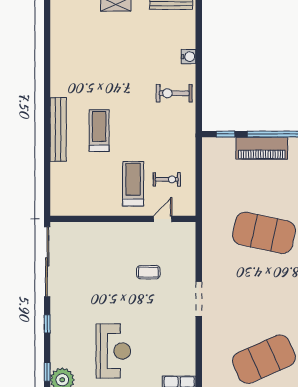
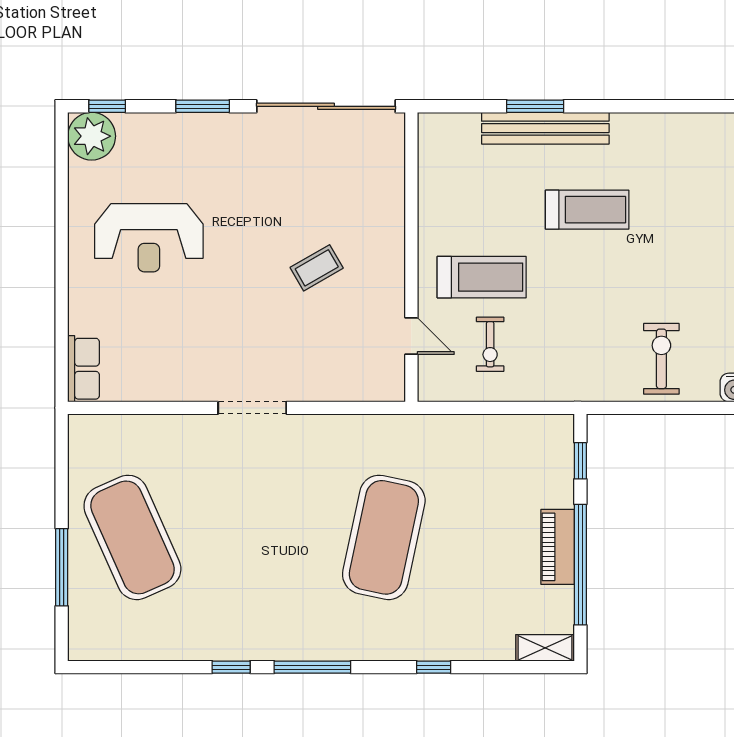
bench: (58, 129) -> (545, 128), moved
piano: (262, 148) -> (558, 547), width x0.73, depth x0.75
window: (47, 157) -> (535, 106), added
coffee table: (148, 272) -> (317, 268), moved, turned 60
window: (47, 324) -> (203, 106), width x1.50

